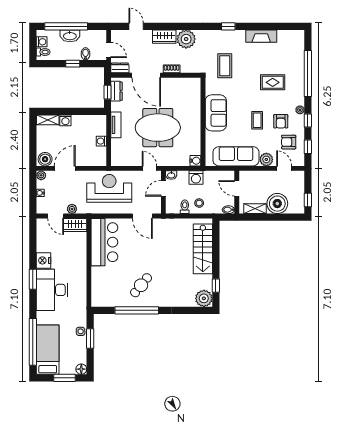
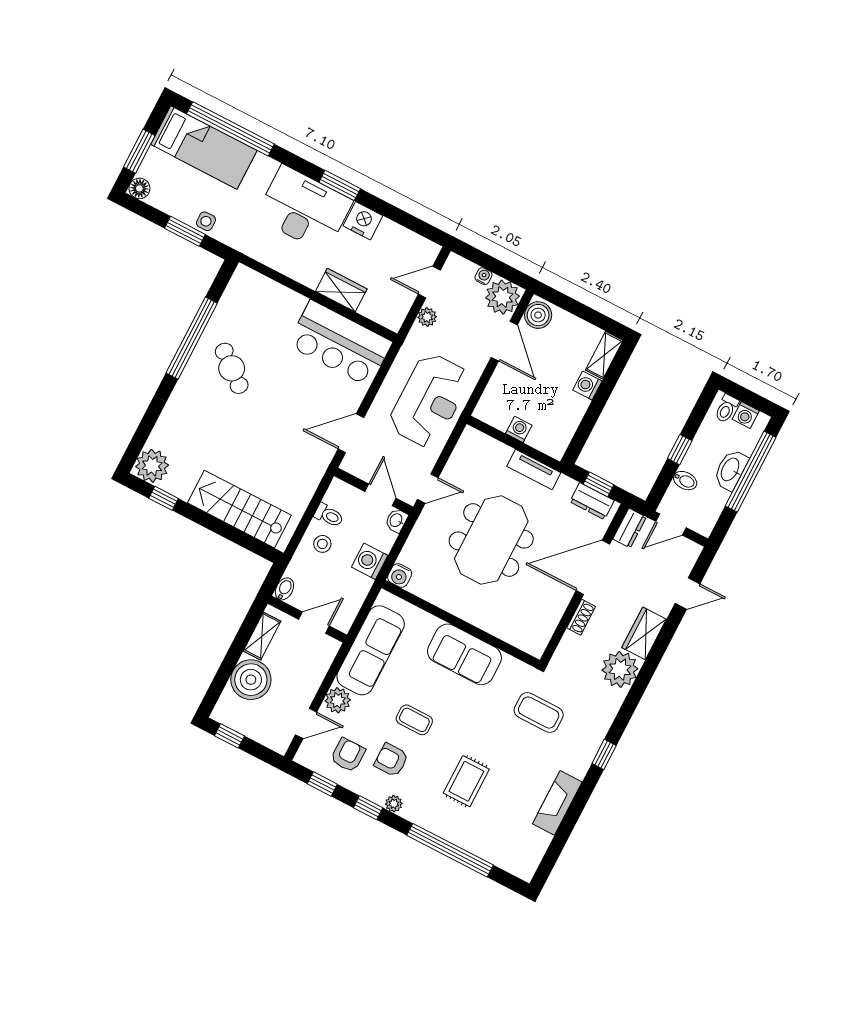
plant: (41, 175) -> (503, 297), width x1.87, depth x1.87
wardrobe: (75, 225) -> (341, 290), moved, turned 90

